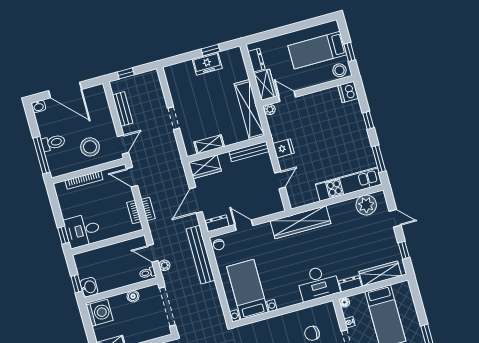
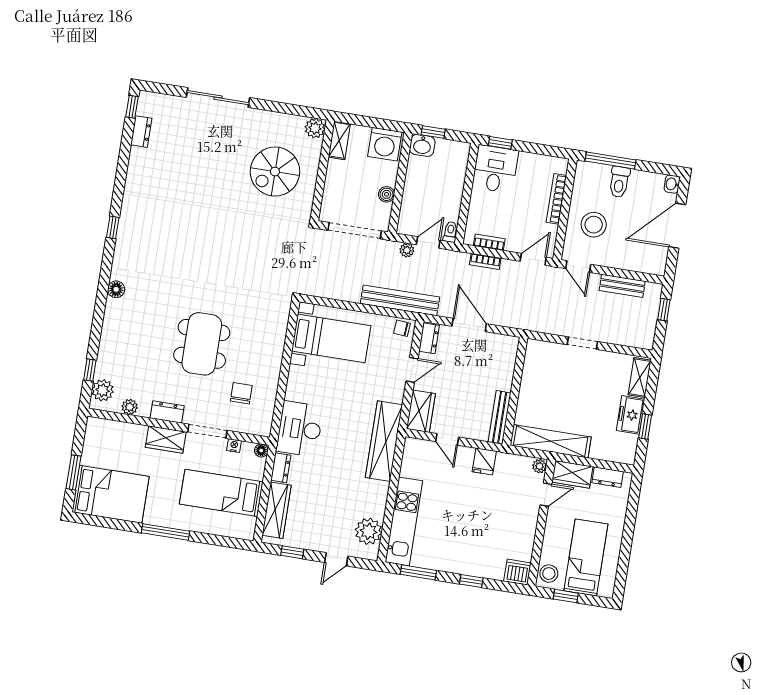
shelving: (209, 144) -> (640, 378), moved
wardrobe: (205, 167) -> (421, 411), moved, turned 180
toilet: (147, 273) -> (450, 232), moved

